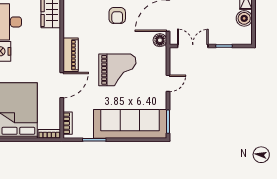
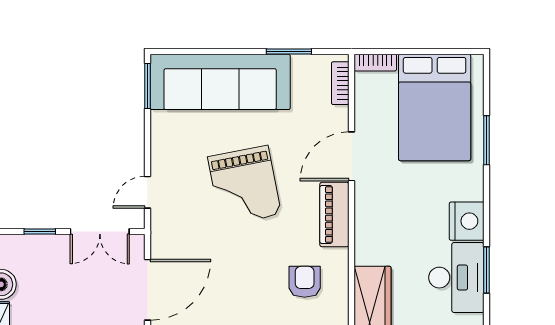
armchair: (117, 16) -> (305, 282), moved
floor lamp: (160, 40) -> (163, 243), removed
grand piano: (117, 70) -> (245, 186), turned -101
door: (168, 83) -> (147, 192), moved

